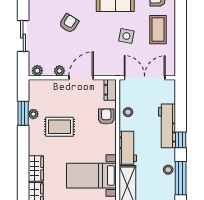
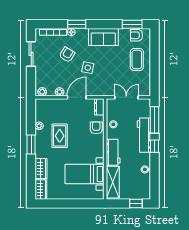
sliding door: (23, 36) -> (31, 54), moved
side table: (126, 36) -> (88, 68), moved
double door: (145, 78) -> (126, 97), width x0.73
window: (23, 113) -> (31, 144), moved
rug: (60, 127) -> (60, 136), turned 90
window: (181, 178) -> (155, 120), moved

